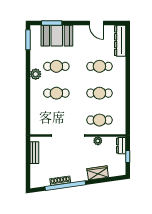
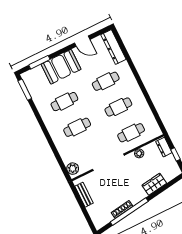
booth: (57, 36) -> (61, 67), moved
plant: (36, 74) -> (73, 169), moved

